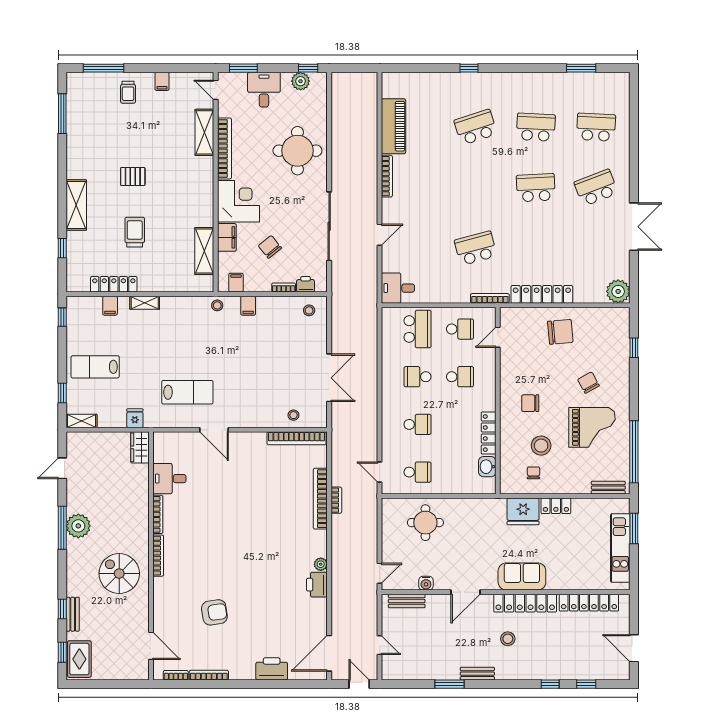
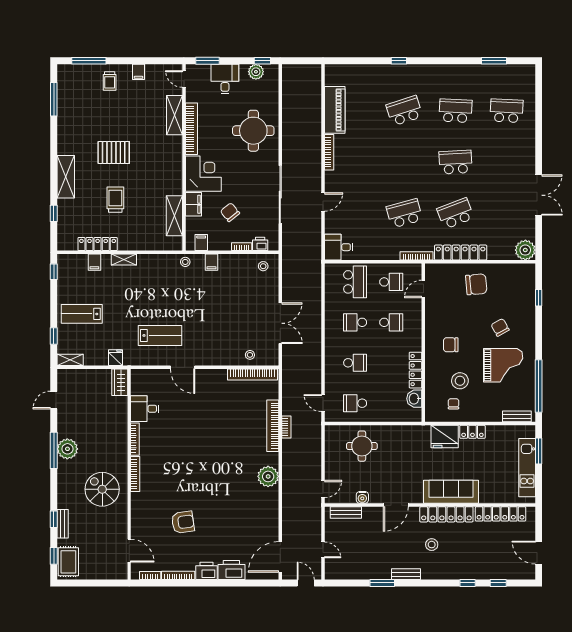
pallet: (133, 176) -> (114, 153), width x1.50, depth x1.42
school desk: (596, 188) -> (455, 213), moved
school desk: (417, 472) -> (355, 403), turned 180
plant: (321, 564) -> (268, 476), width x1.88, depth x1.88
sofa: (522, 577) -> (451, 492), width x1.36
printer: (317, 585) -> (206, 571), moved, turned 90

